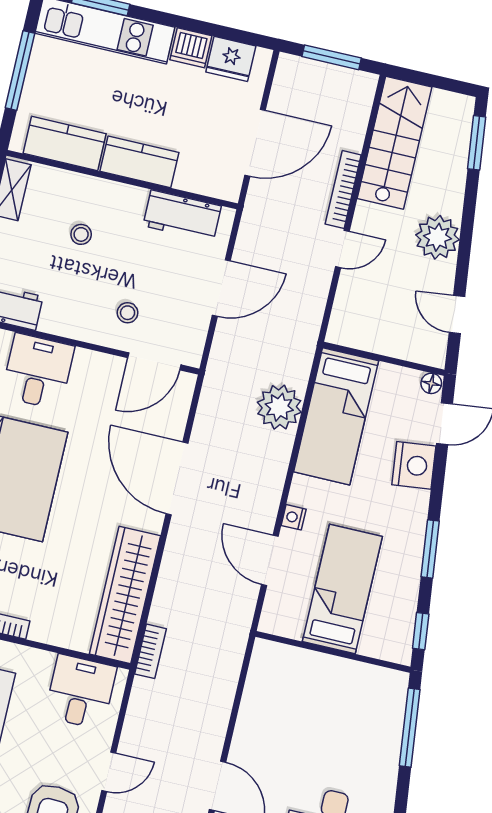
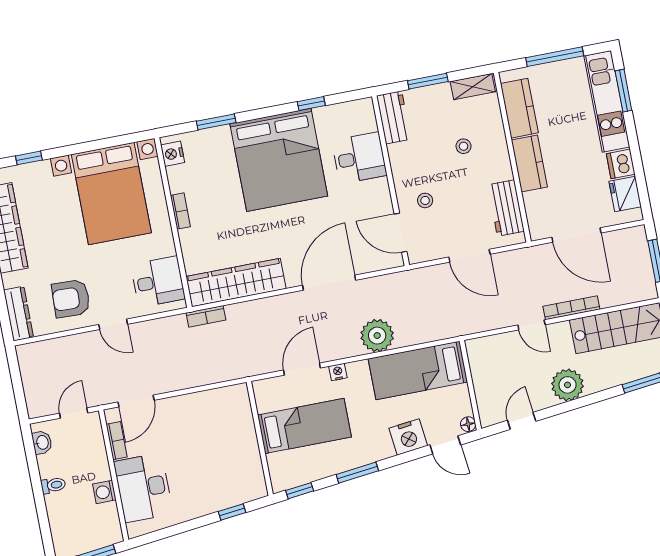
plant: (279, 407) -> (377, 336), moved
window: (410, 728) -> (232, 512), width x0.46

